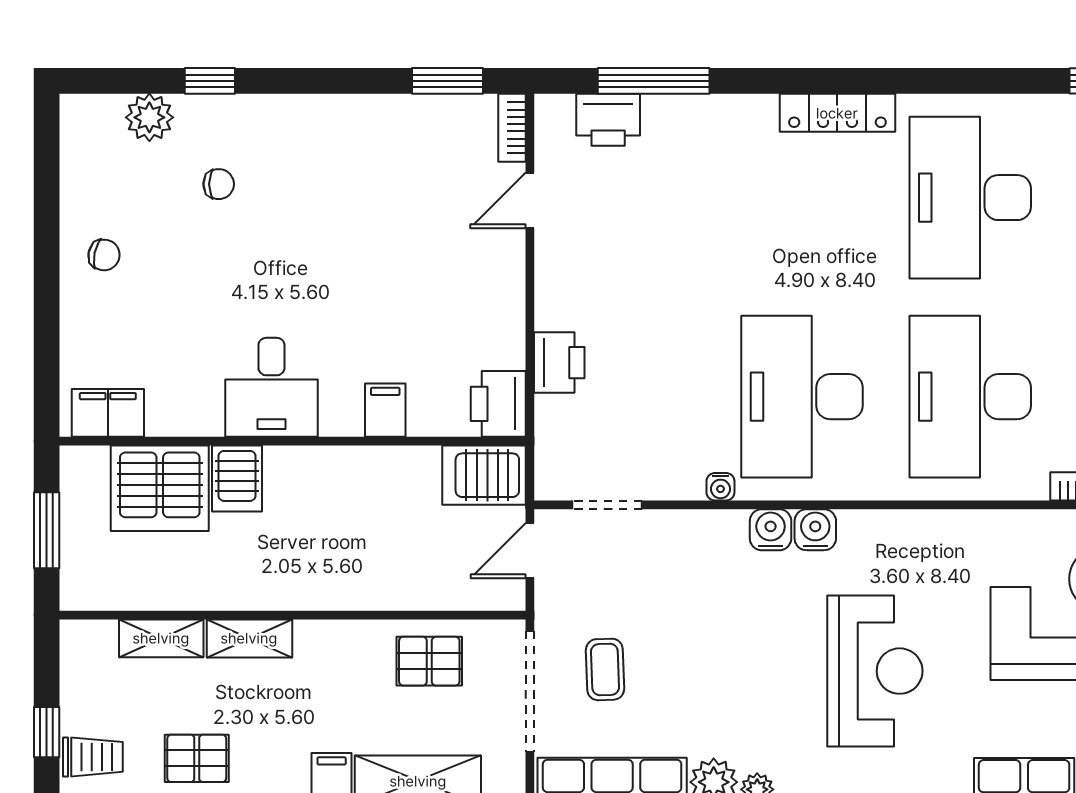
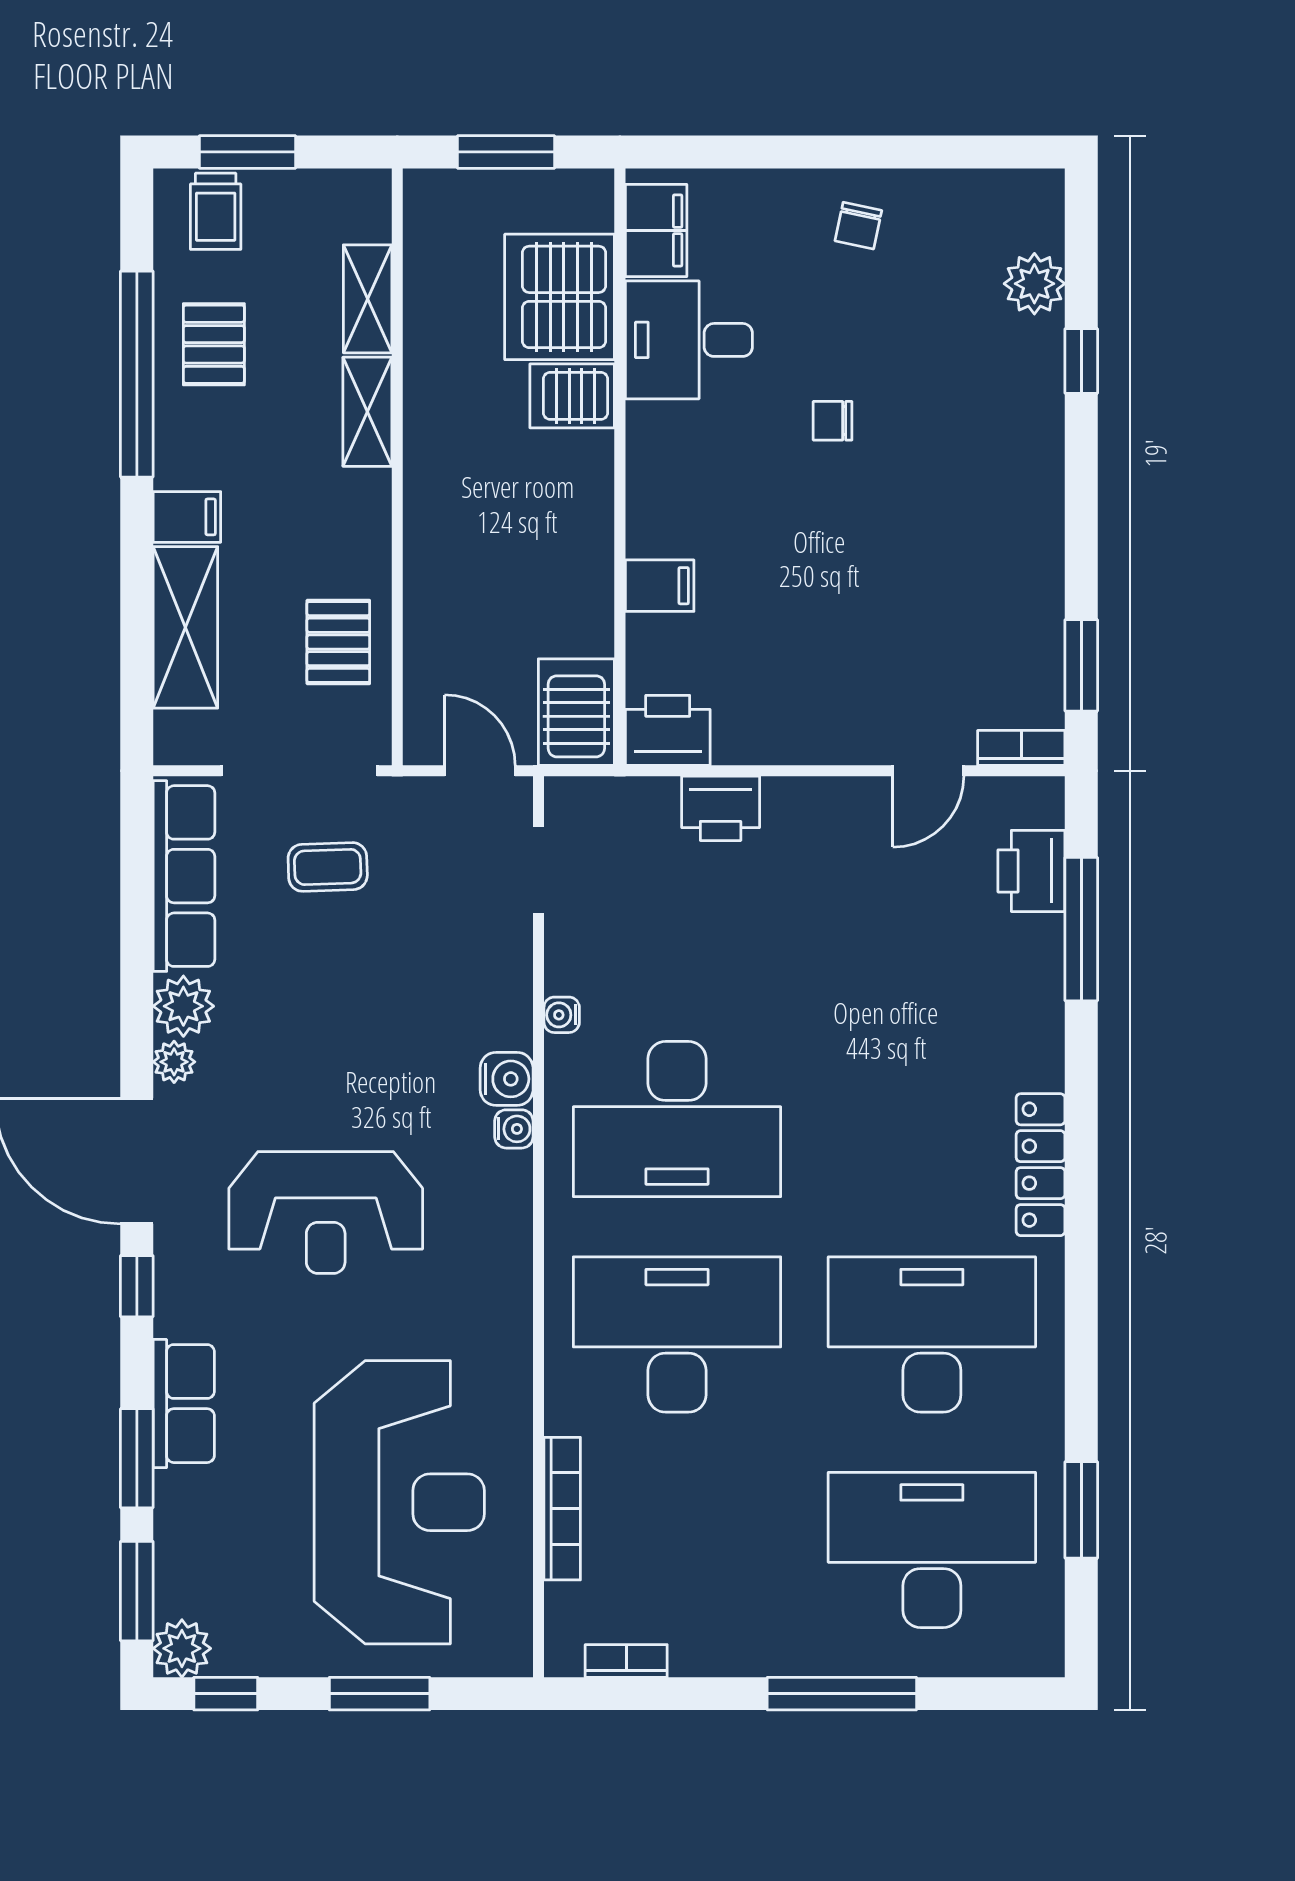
chair: (219, 184) -> (833, 421), moved, turned 90
door: (530, 200) -> (928, 771), swing flipped
desk: (271, 387) -> (689, 340), moved
desk: (802, 397) -> (677, 1119), turned 180
water cooler: (815, 530) -> (514, 1129), width x0.72, depth x0.72
window: (47, 732) -> (247, 152), width x1.50

